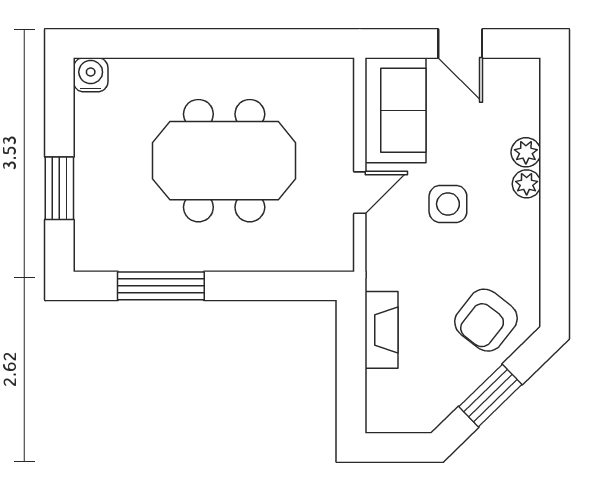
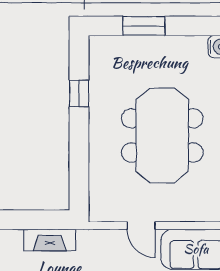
window: (161, 286) -> (79, 93), width x0.46

